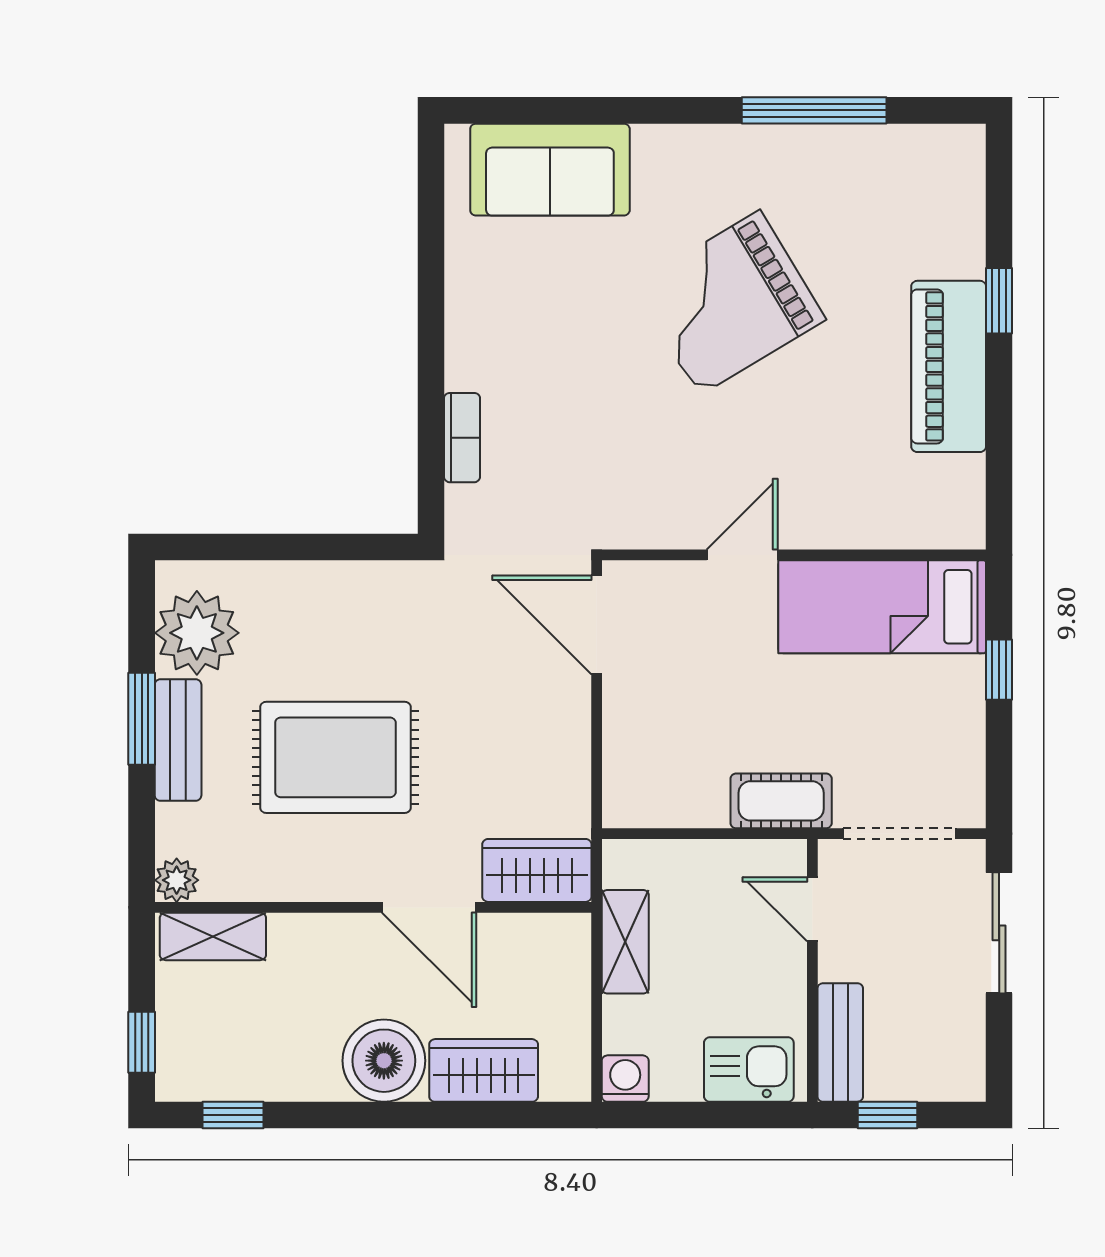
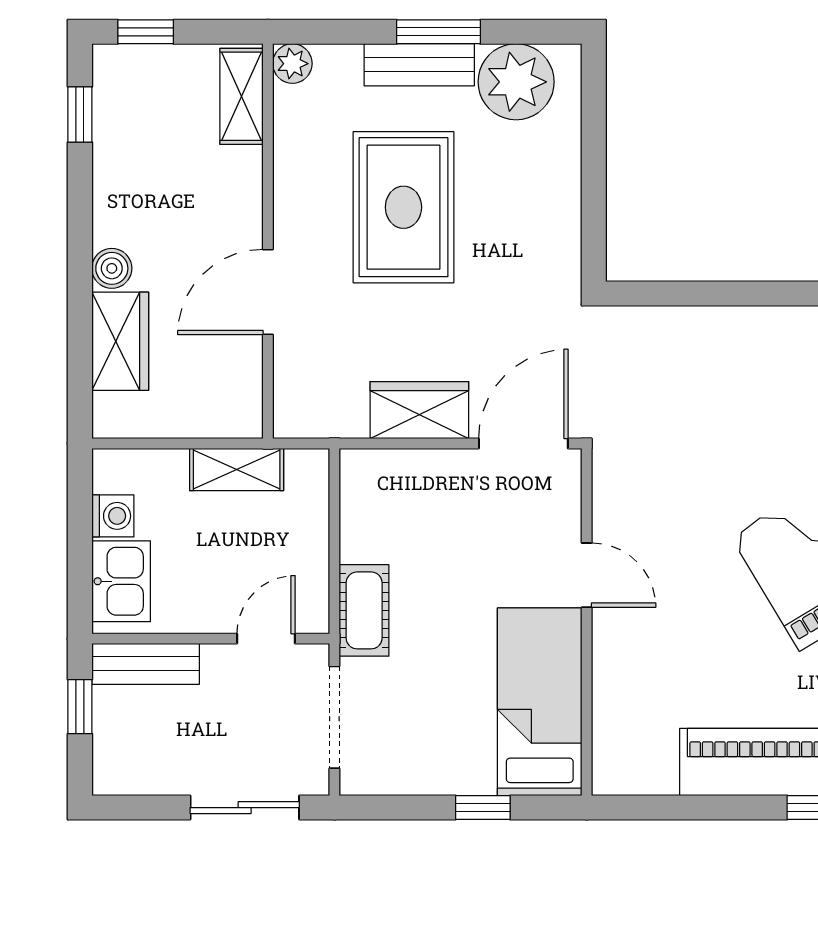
bookcase: (462, 438) -> (693, 322), removed
wardrobe: (537, 870) -> (419, 410), moved, turned -90
boiler: (384, 1061) -> (112, 268), width x0.54, depth x0.54
washing machine: (625, 1079) -> (113, 516), moved

